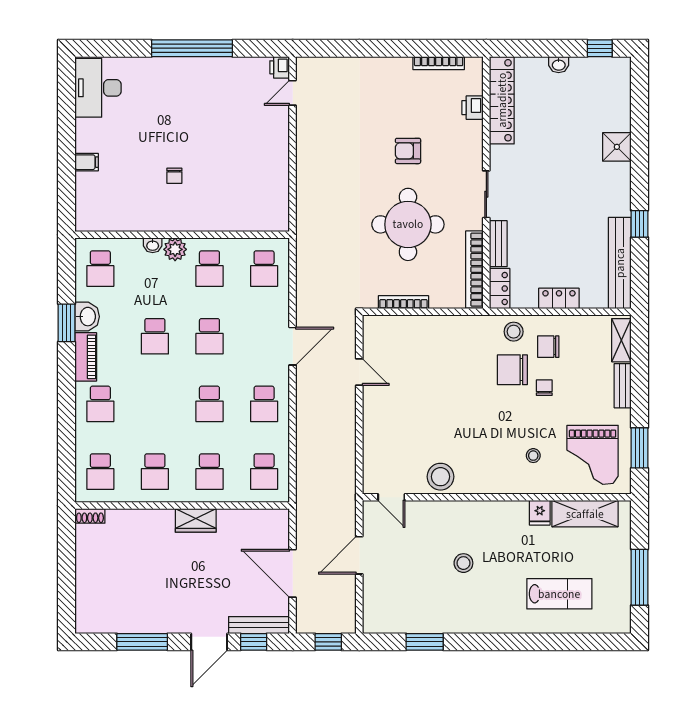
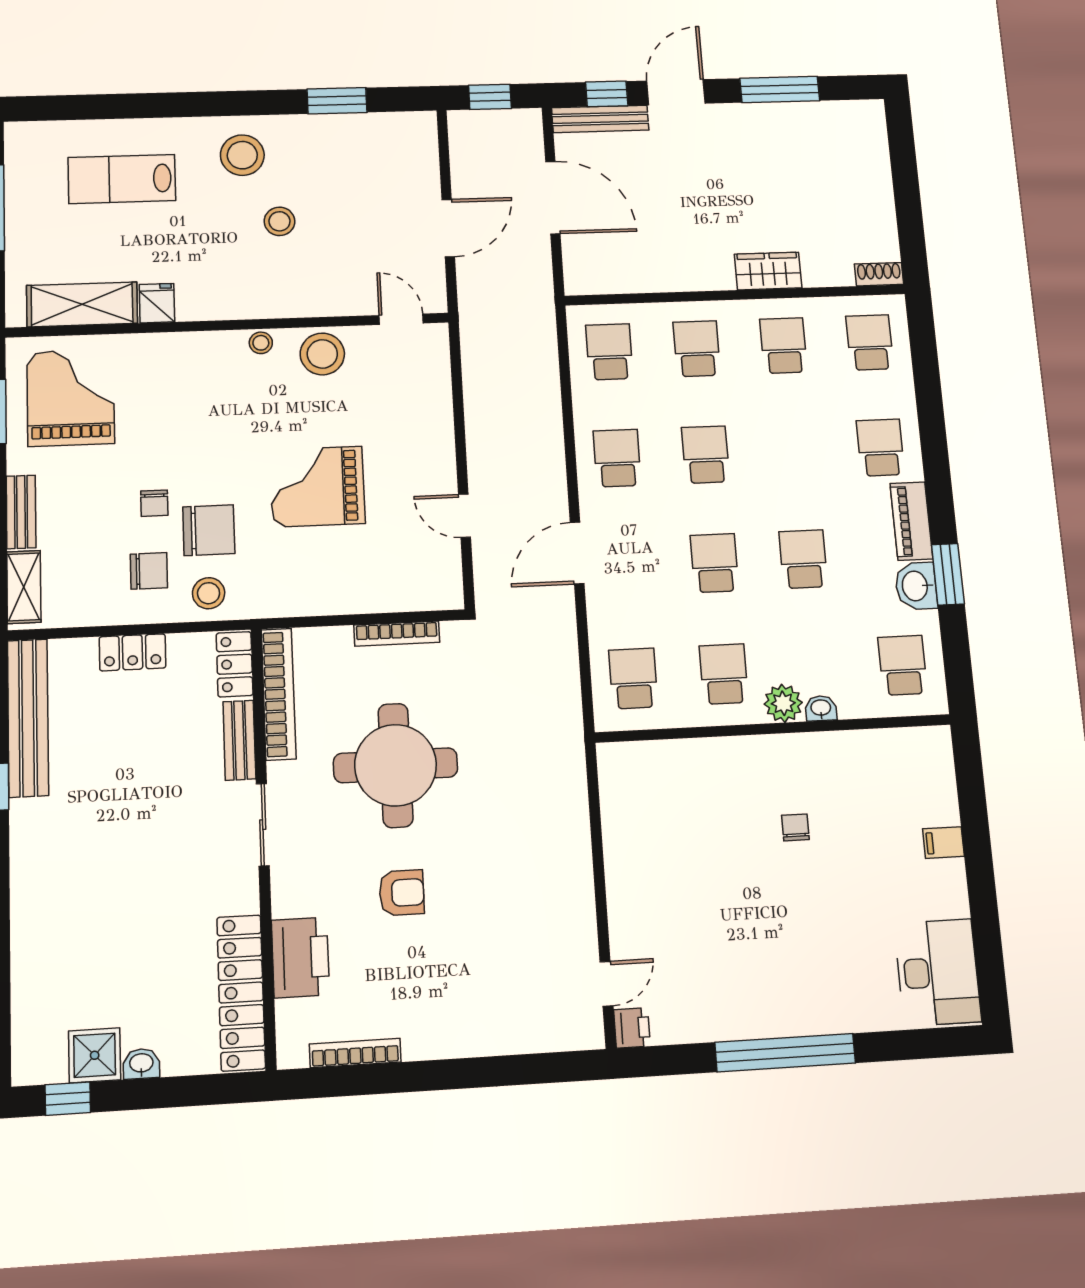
printer: (473, 108) -> (300, 957), width x1.87, depth x1.48
shower: (617, 147) -> (95, 1055), moved
grand piano: (447, 394) -> (317, 487), added
stool: (533, 456) -> (261, 343), moved
wardrobe: (196, 520) -> (768, 271), moved
stool: (485, 607) -> (242, 155), added

